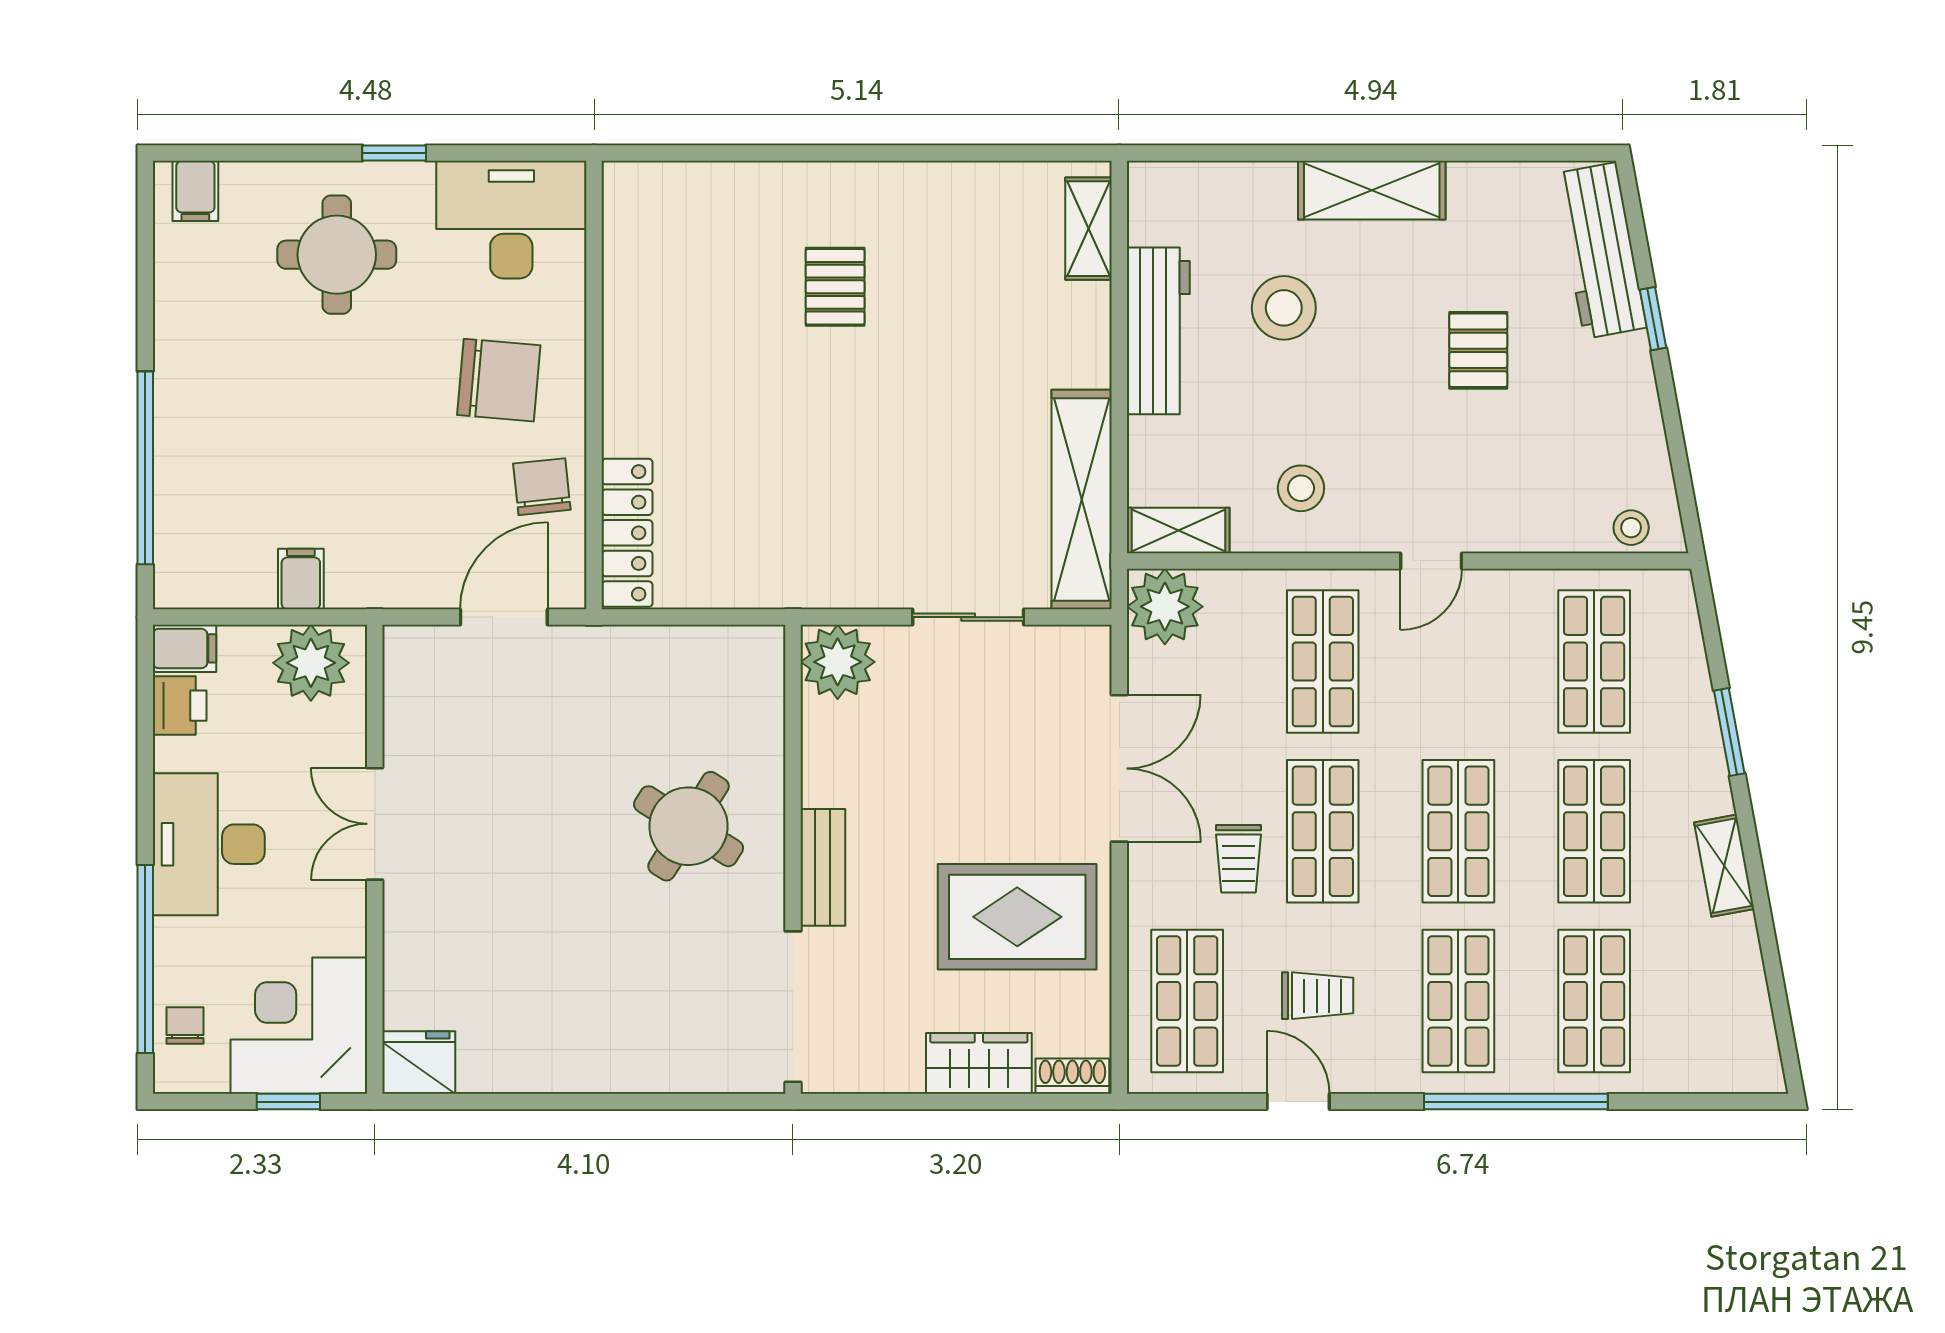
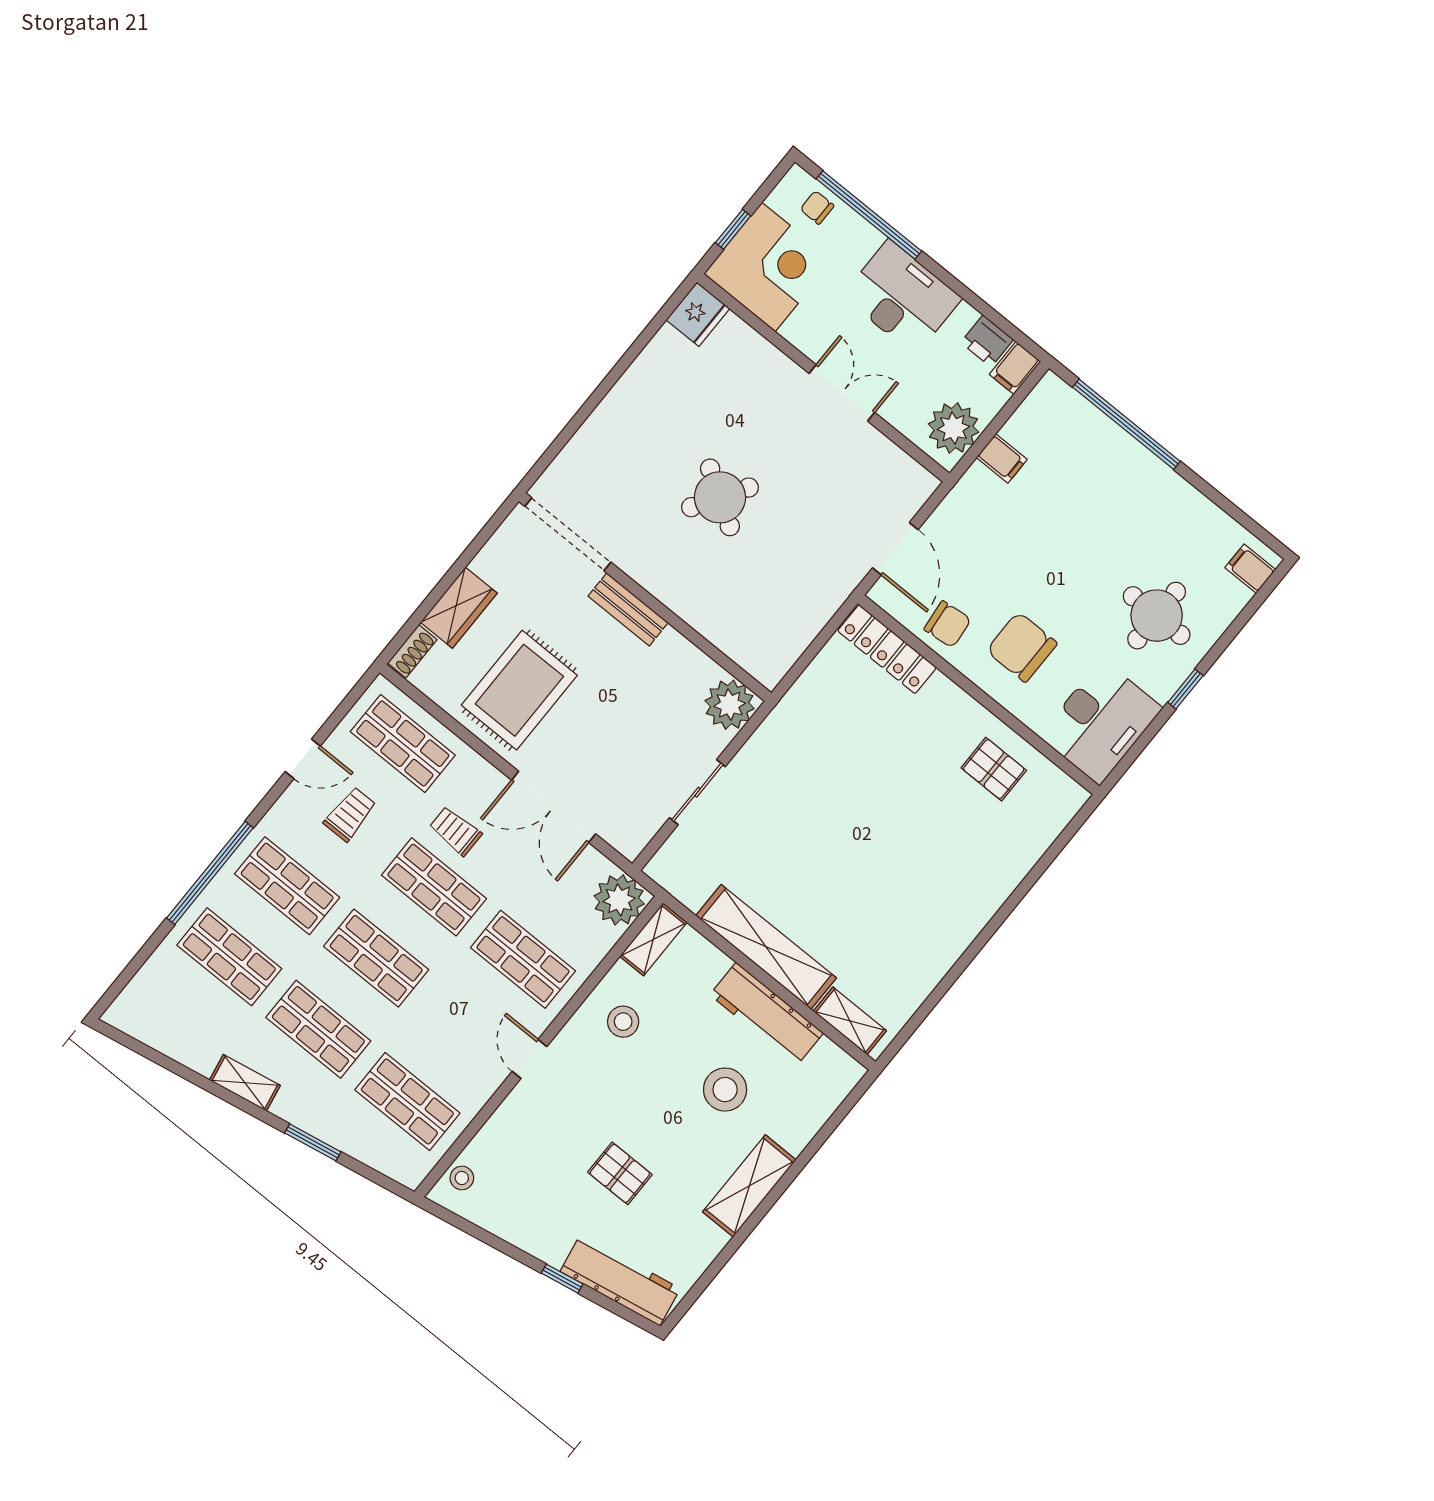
pallet: (835, 287) -> (994, 769), moved
chair: (499, 380) -> (1022, 647), turned 85
shelving: (1082, 499) -> (766, 947), moved
round table: (689, 826) -> (720, 497), moved
trolley: (1318, 996) -> (350, 814), turned 180
chair: (185, 1025) -> (817, 207), turned 180

